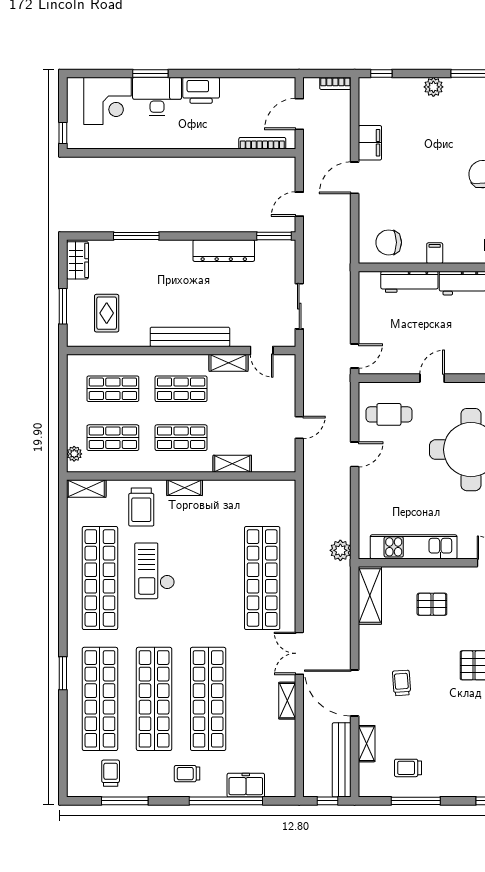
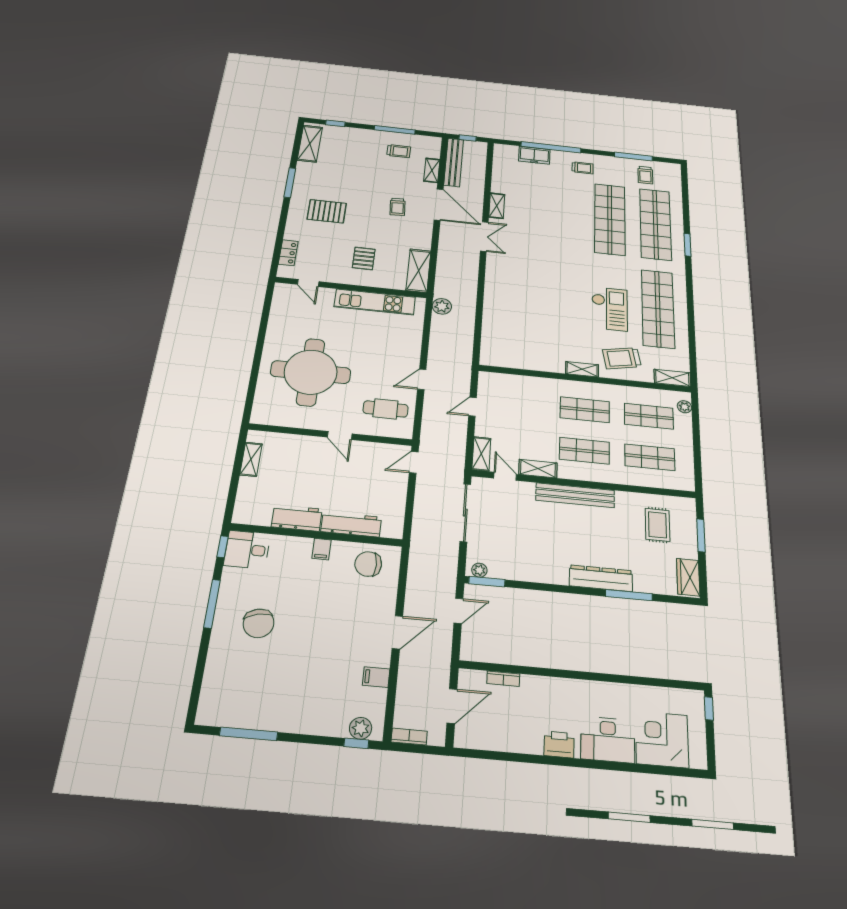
window: (150, 74) -> (615, 766), removed
plant: (433, 87) -> (361, 728), moved
printer: (201, 90) -> (559, 744), width x0.73, depth x0.84
bookcase: (262, 143) -> (503, 679), width x0.64
filing cabinet: (370, 143) -> (376, 677), width x0.50
chair: (389, 242) -> (368, 564), turned 180
plant: (282, 247) -> (479, 570), added
dresser: (224, 251) -> (601, 578), moved
sliding door: (299, 306) -> (465, 513), width x1.37
door: (432, 378) -> (340, 435), hinge flipped
shelving: (232, 464) -> (481, 454), moved, turned 90
trolley: (141, 507) -> (622, 358), turned -101
shop shelf: (262, 578) -> (514, 293), removed
pallet: (432, 604) -> (364, 258), turned 90
shop shelf: (208, 699) -> (564, 214), removed

